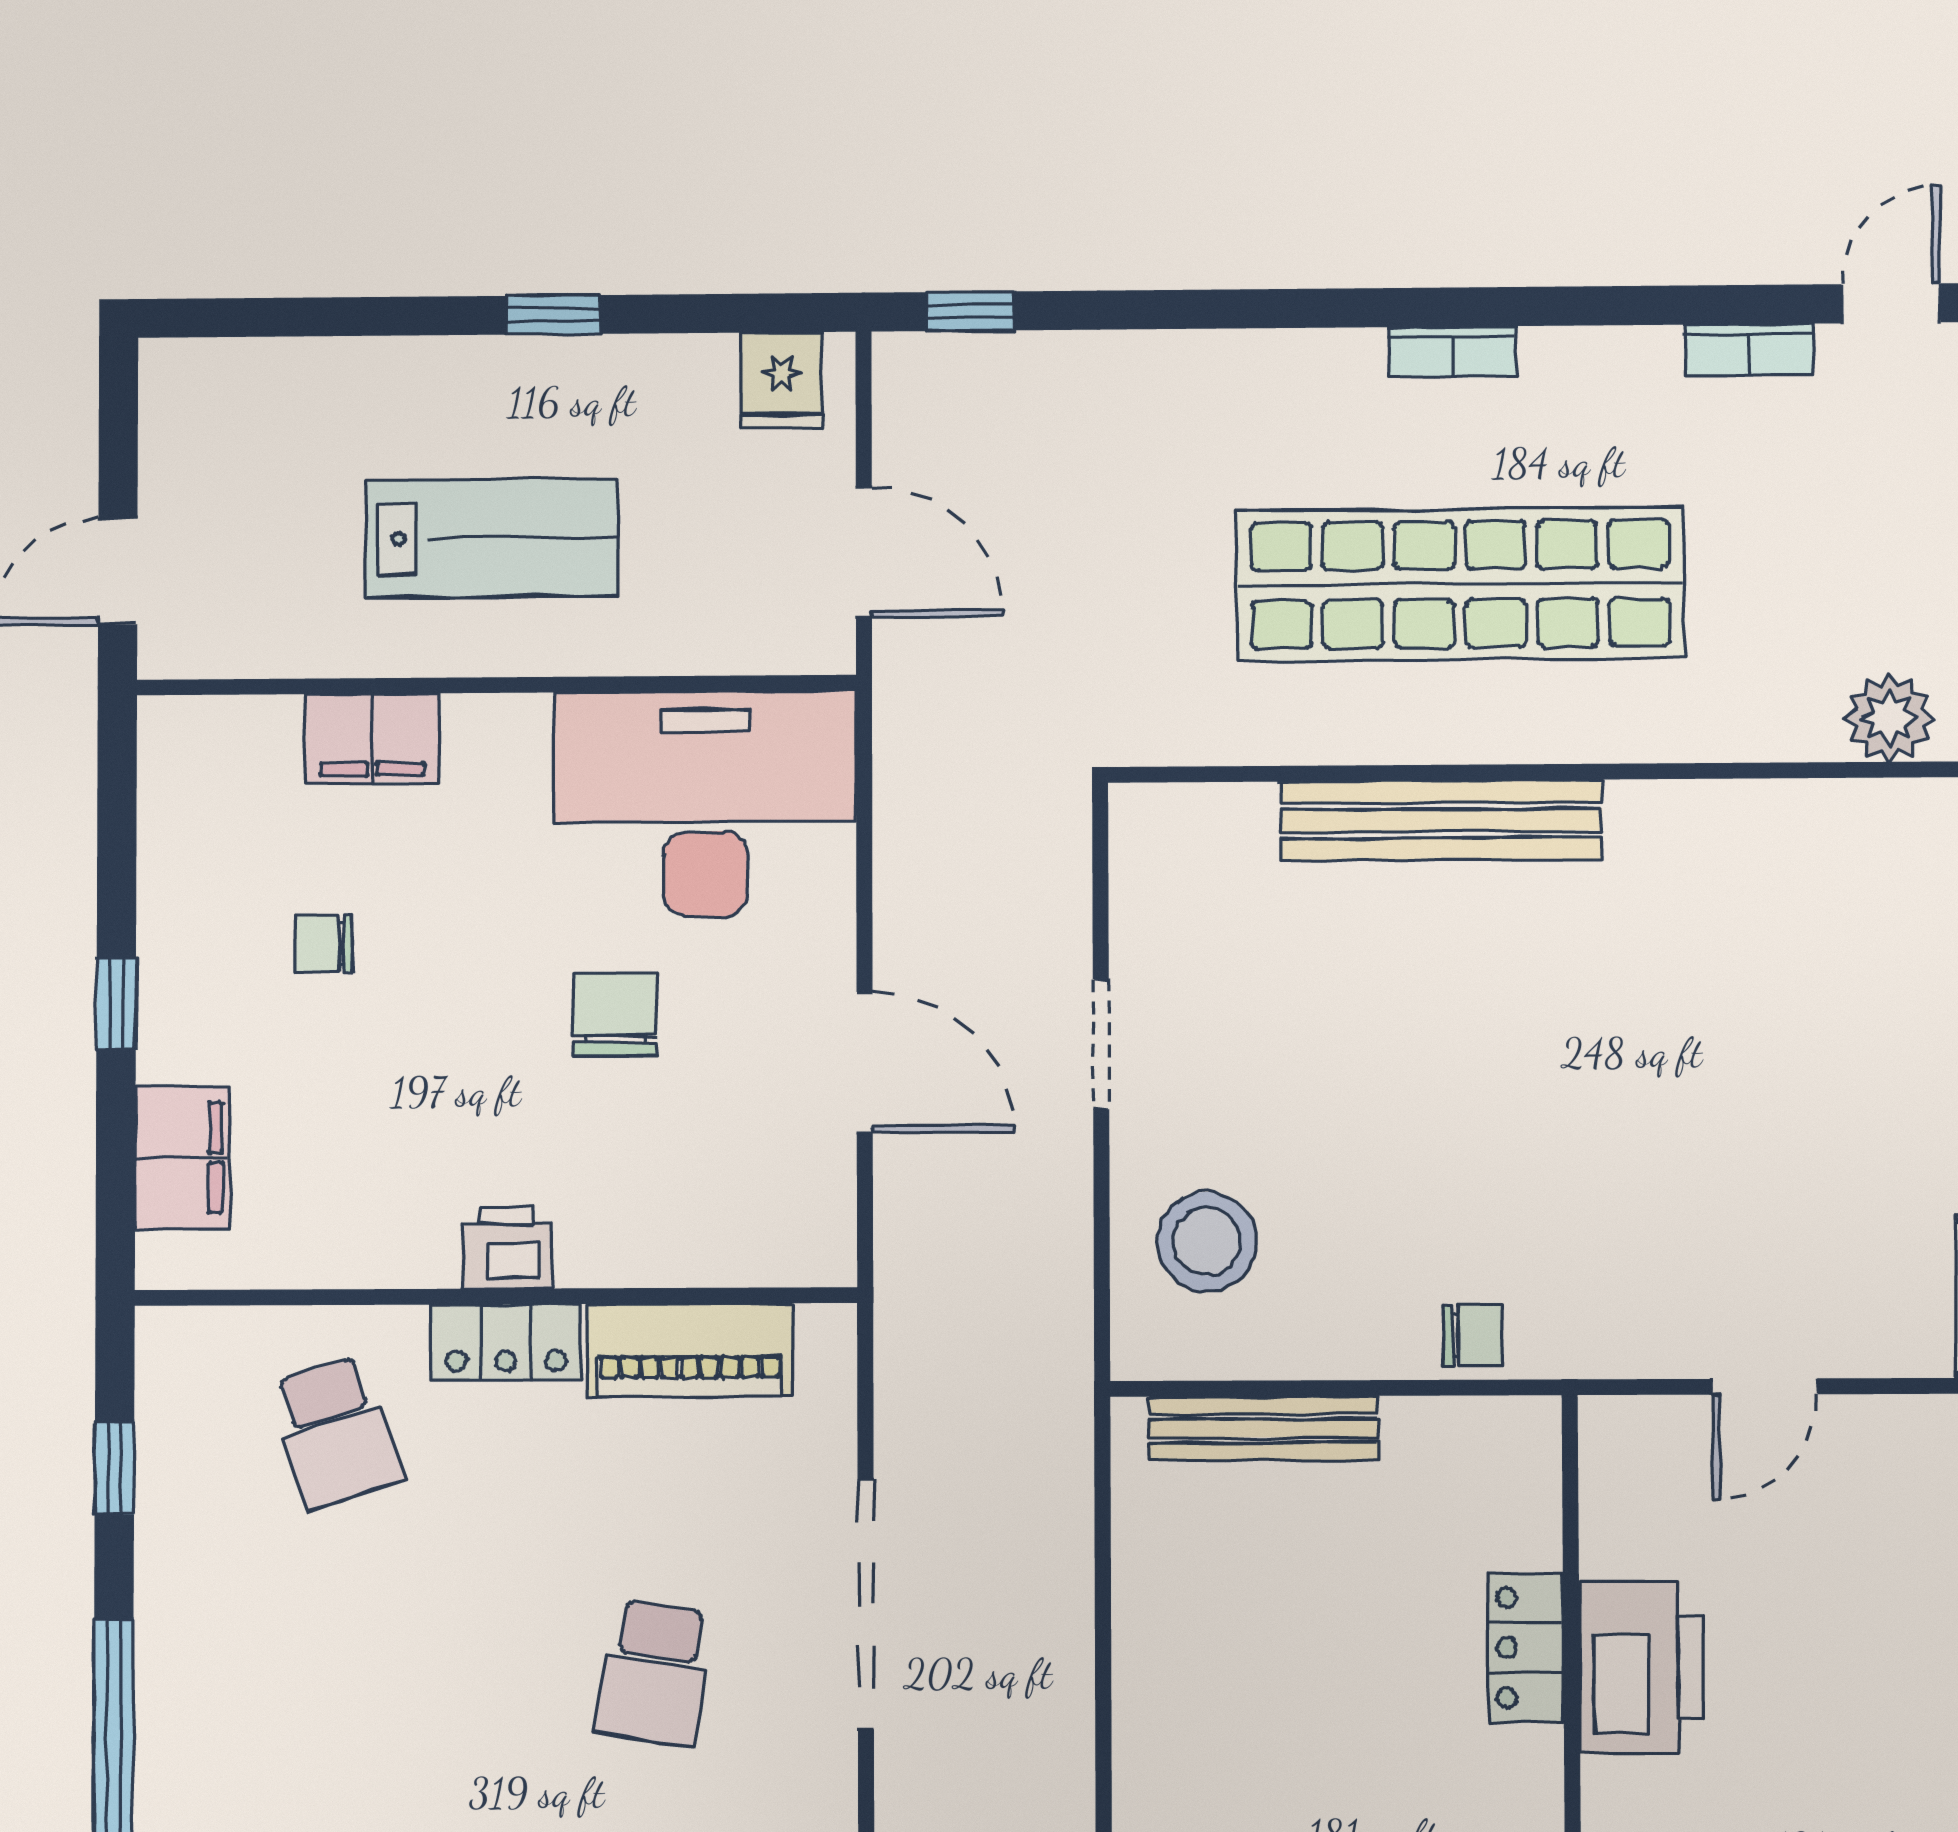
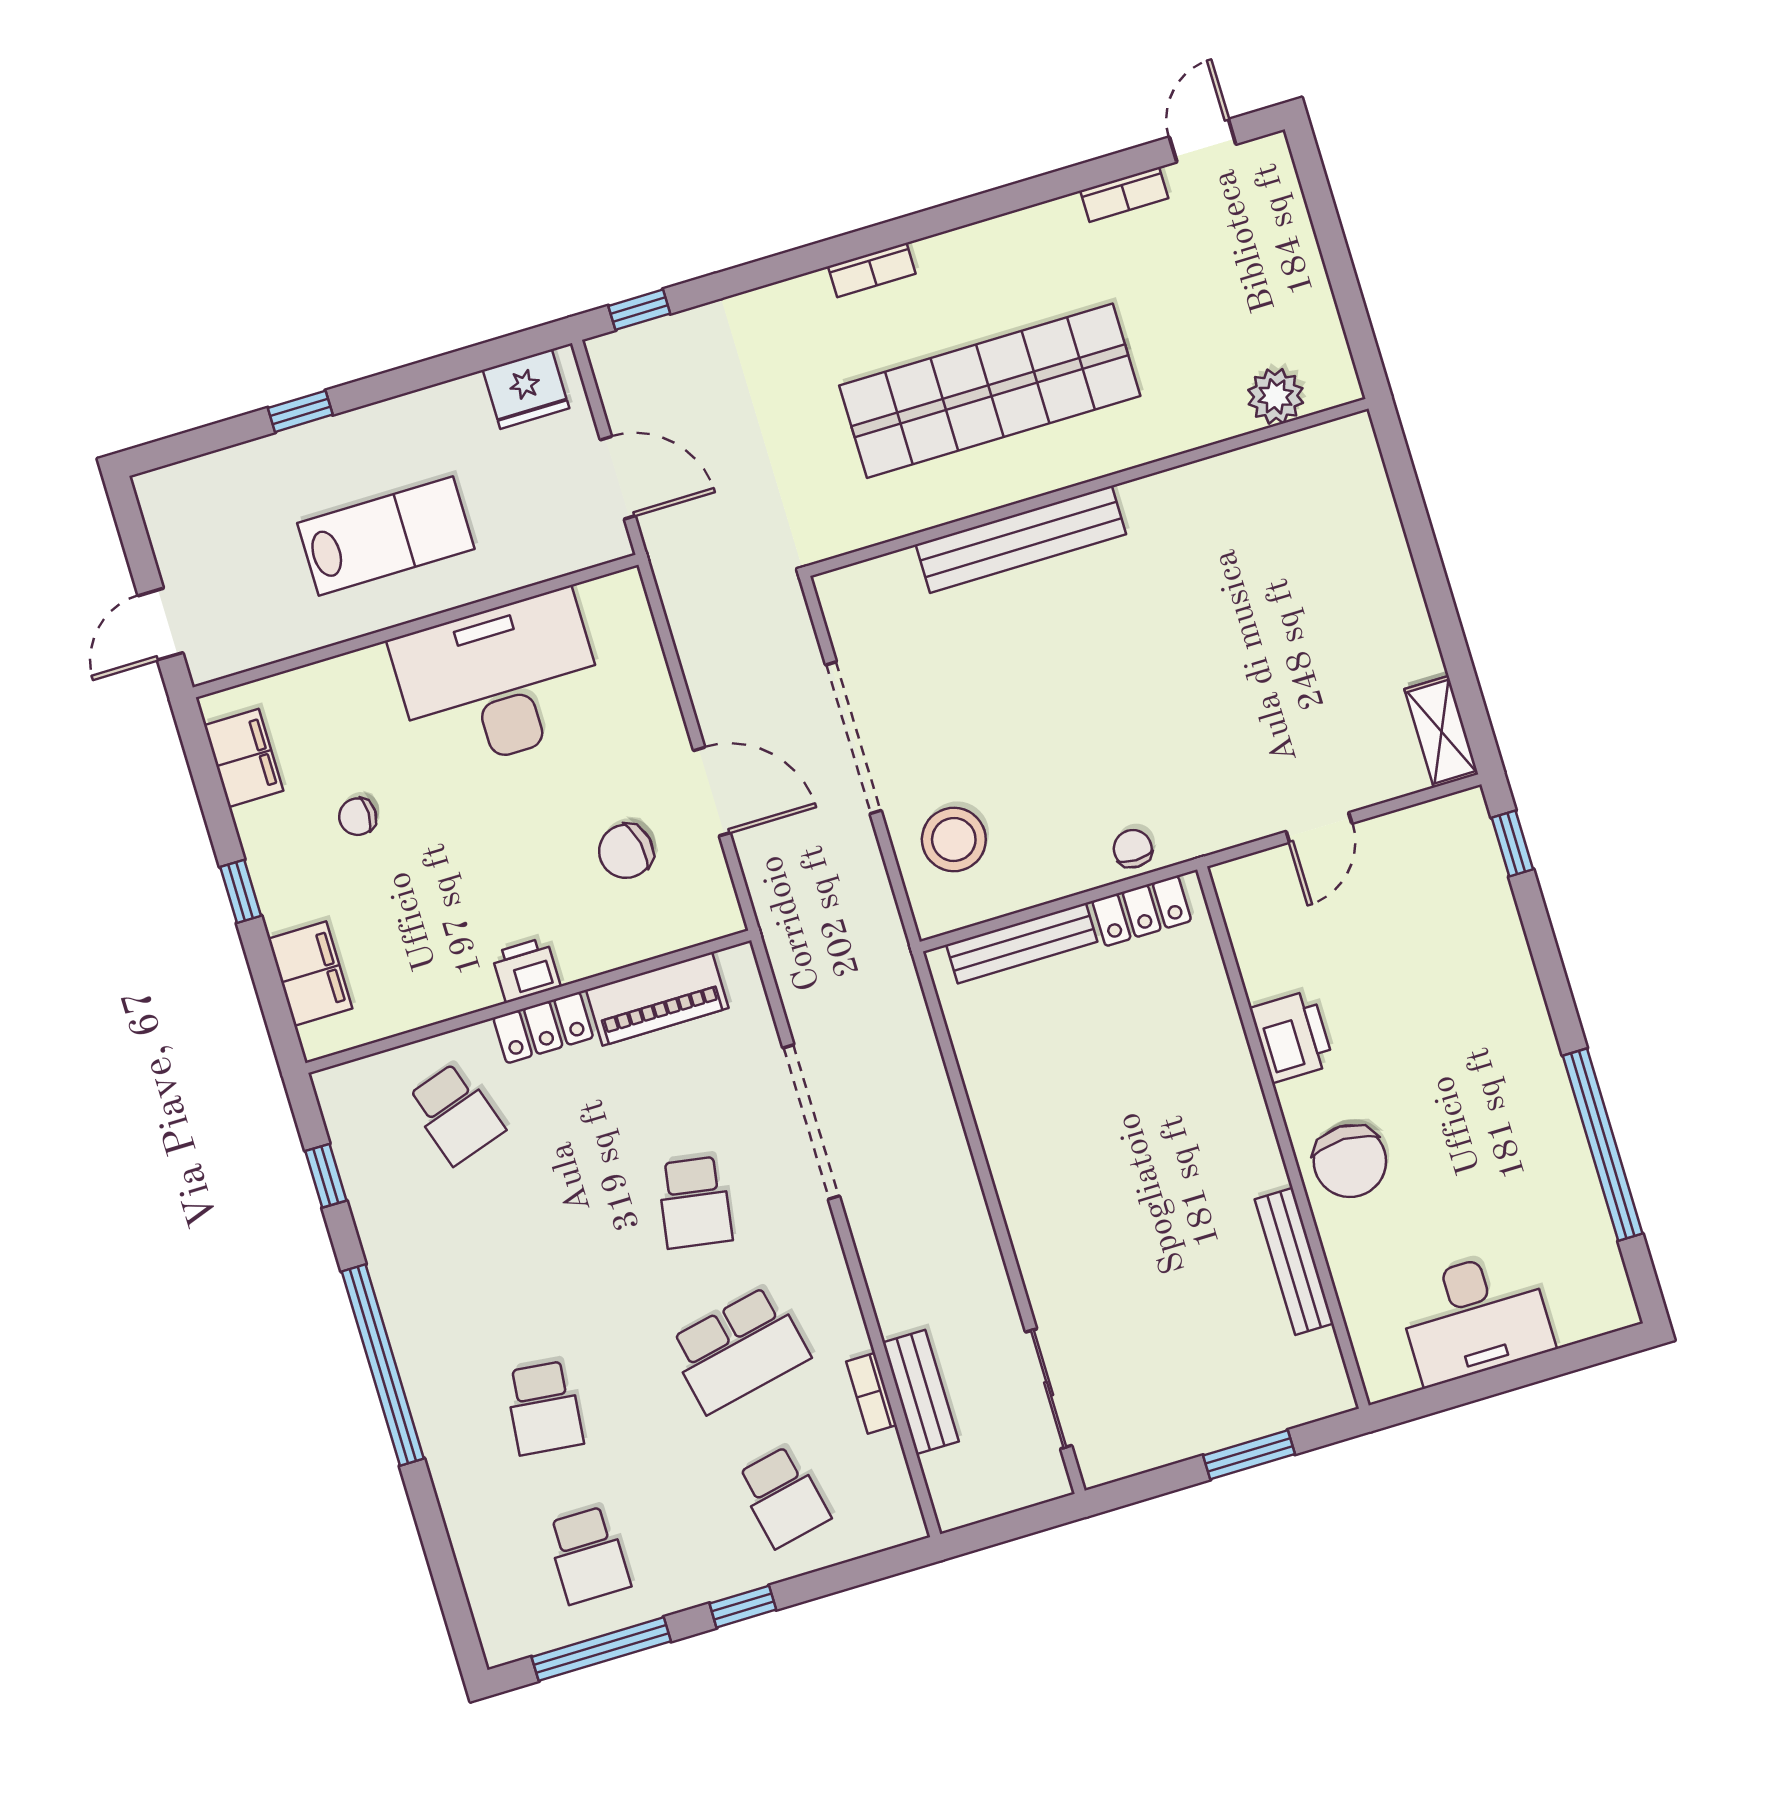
window: (553, 315) -> (300, 411), moved
bookcase: (1452, 352) -> (872, 270), moved
fridge: (782, 380) -> (526, 389), width x1.38
filing cabinet: (372, 738) -> (244, 758), moved, turned -90
desk: (705, 804) -> (499, 682), moved
chair: (615, 1014) -> (626, 851), moved, turned -102
doorway: (1101, 1044) -> (853, 738), width x1.88
chair: (1473, 1335) -> (1133, 849), turned -90
locker: (1526, 1647) -> (1142, 911), moved, turned -90
printer: (1641, 1668) -> (1292, 1036), width x0.73, depth x0.84

